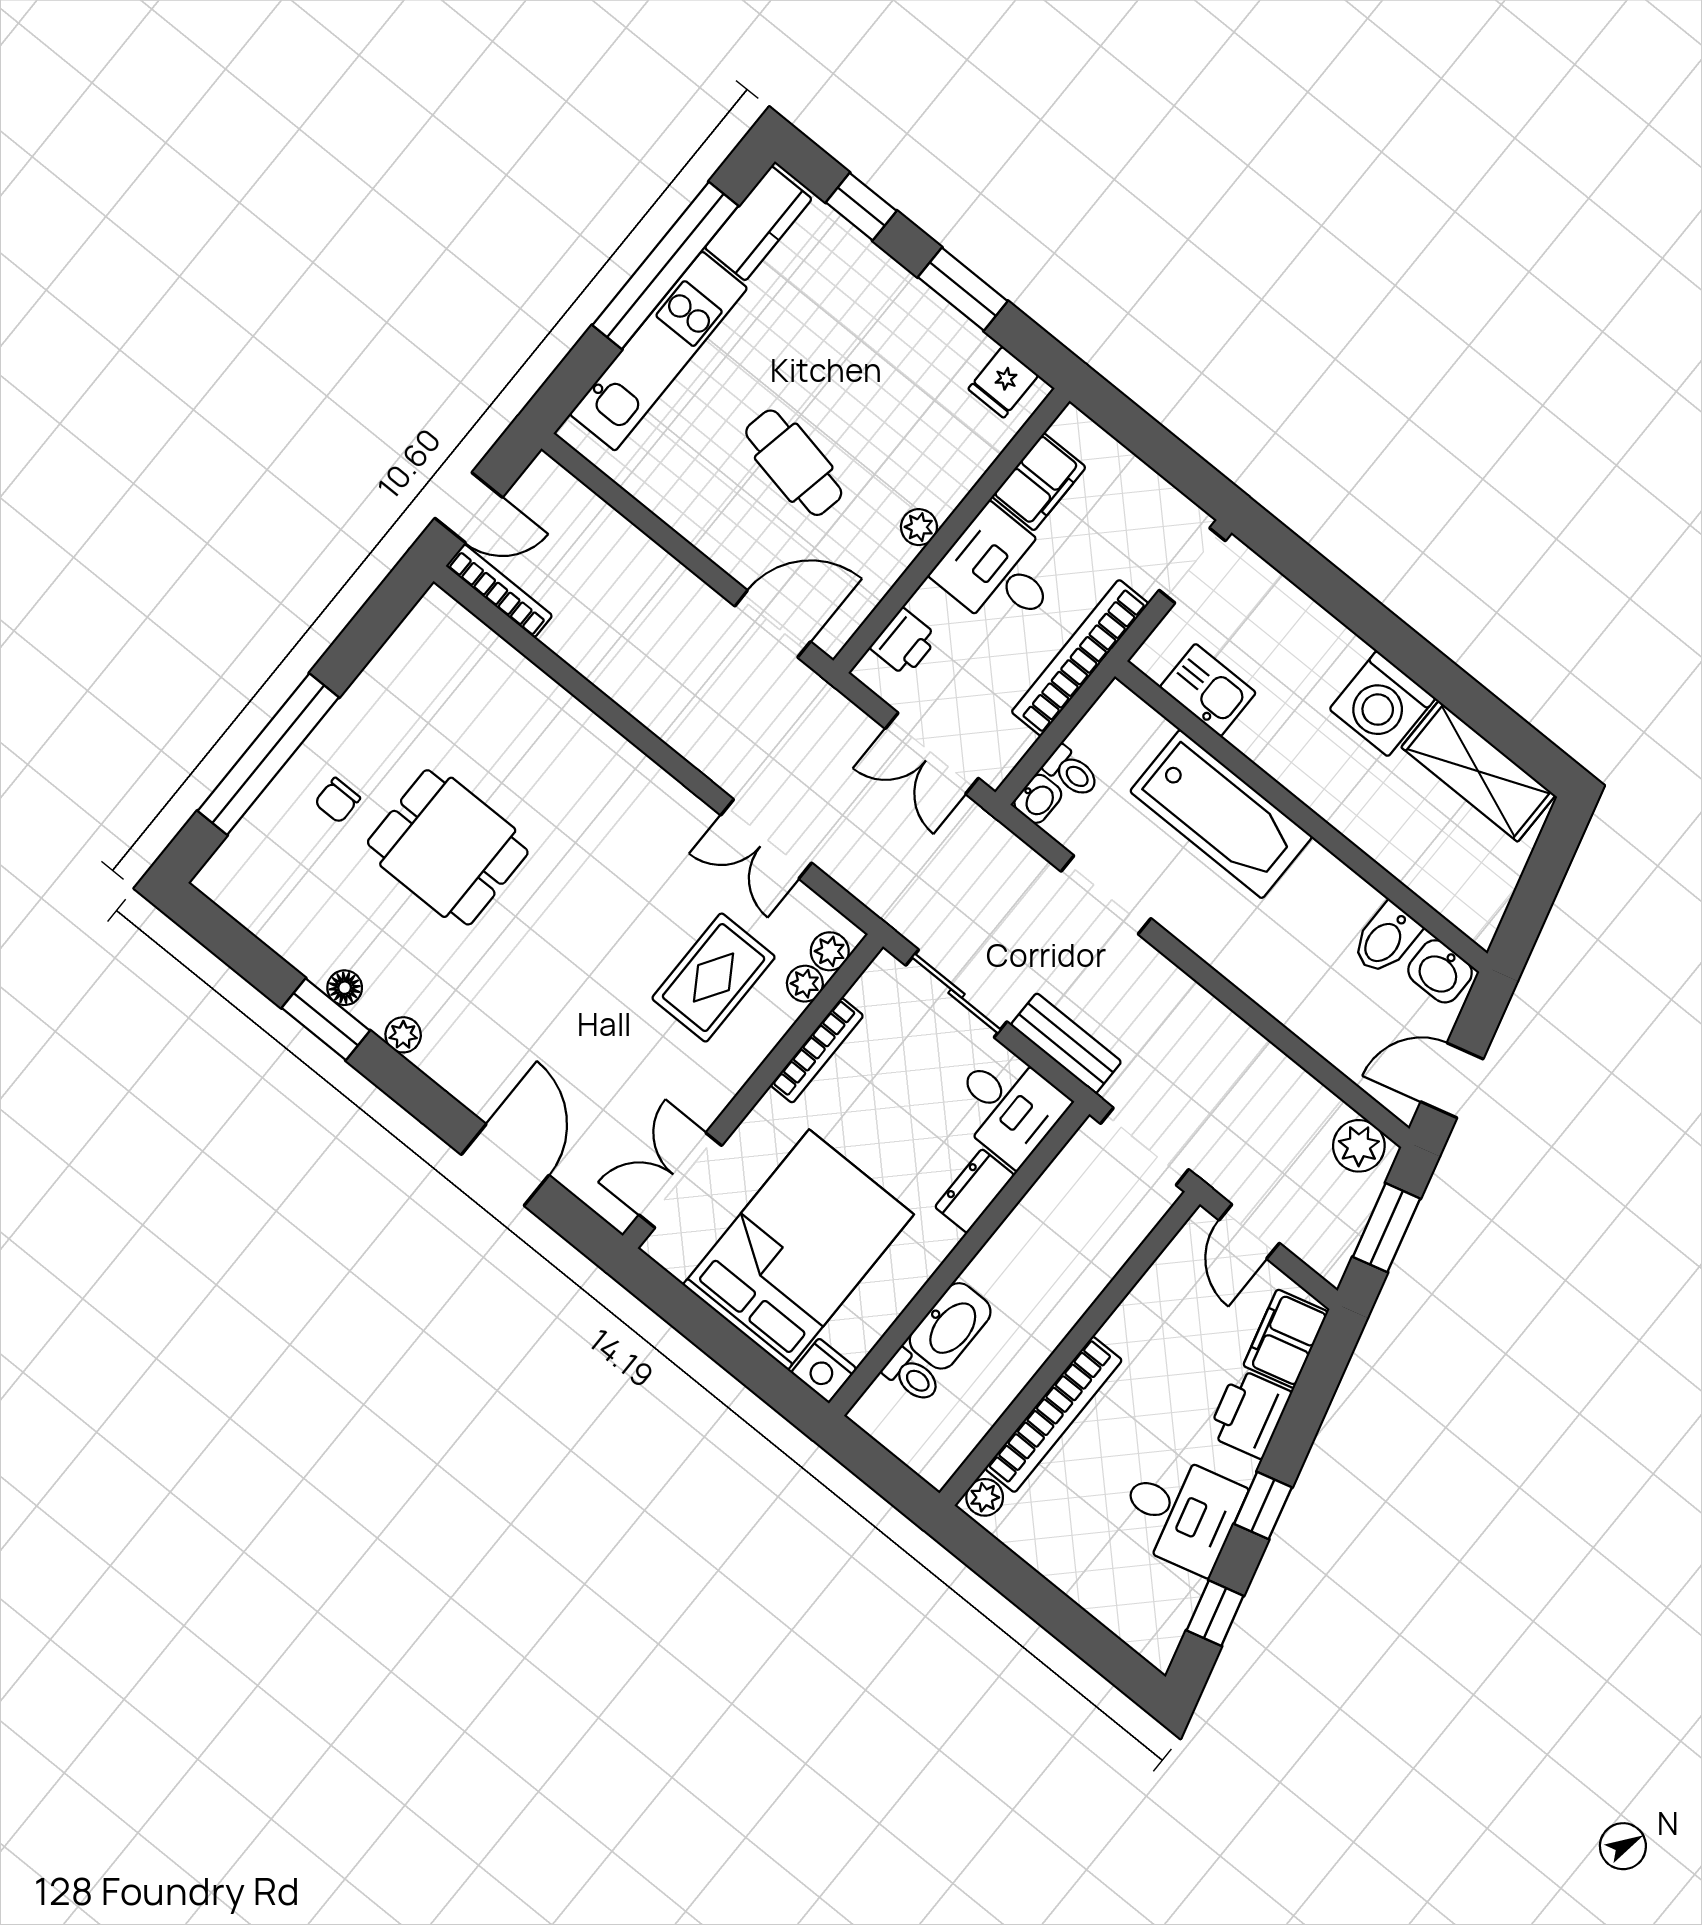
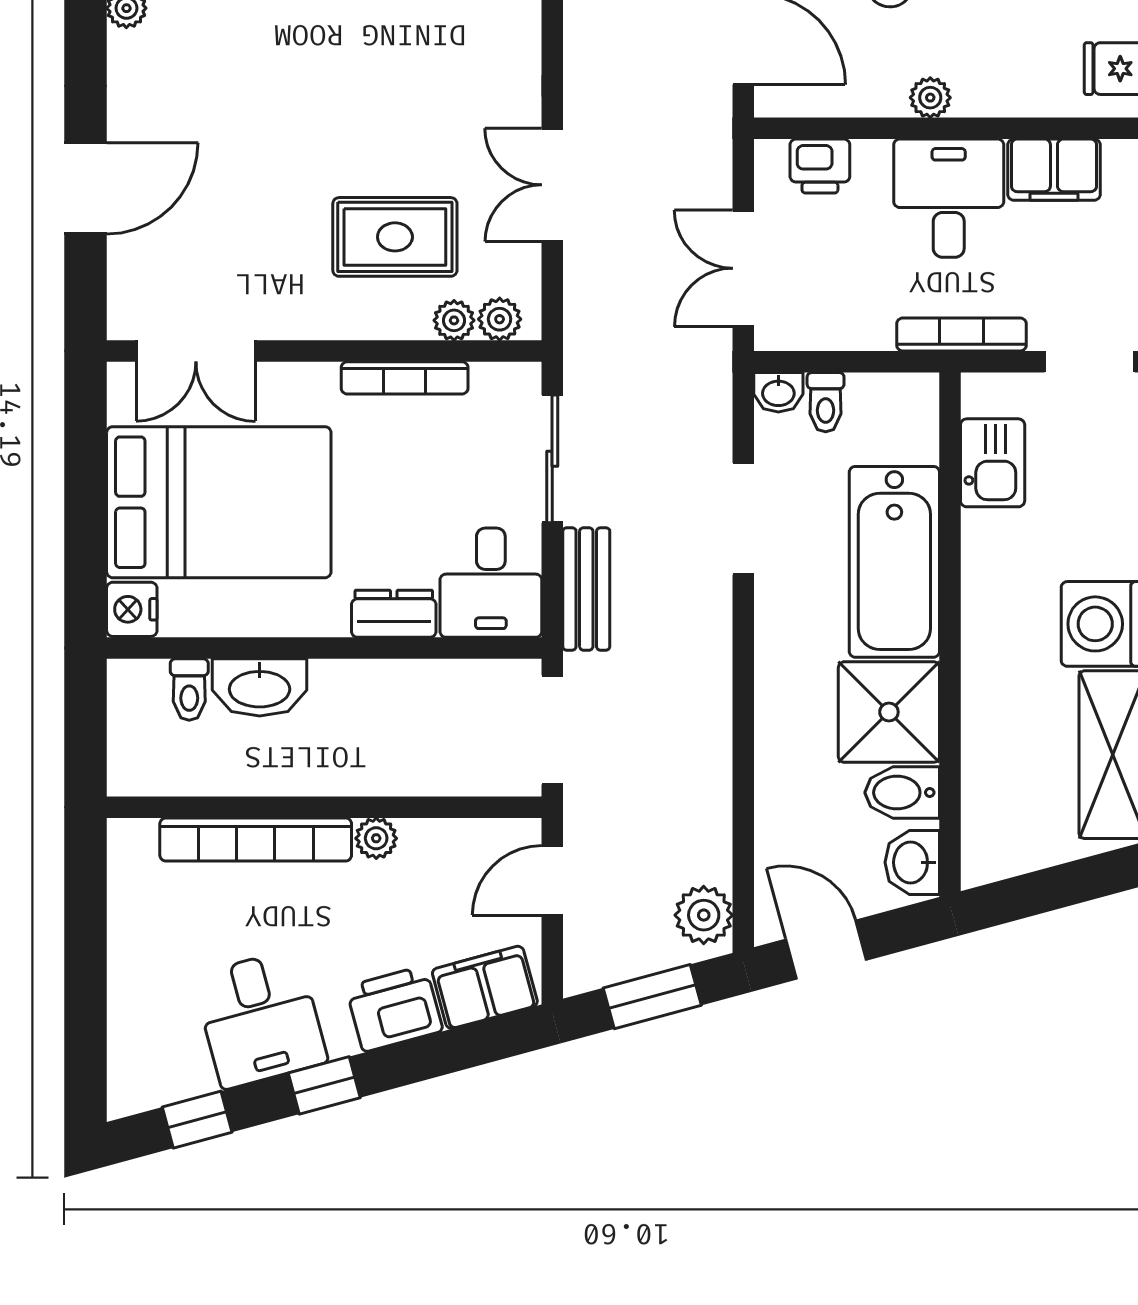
bookcase: (1080, 658) -> (961, 334), width x0.68, depth x0.76
shower: (1322, 903) -> (889, 712), added
double door: (680, 1180) -> (196, 351), swing flipped
plant: (985, 1497) -> (376, 838), moved

